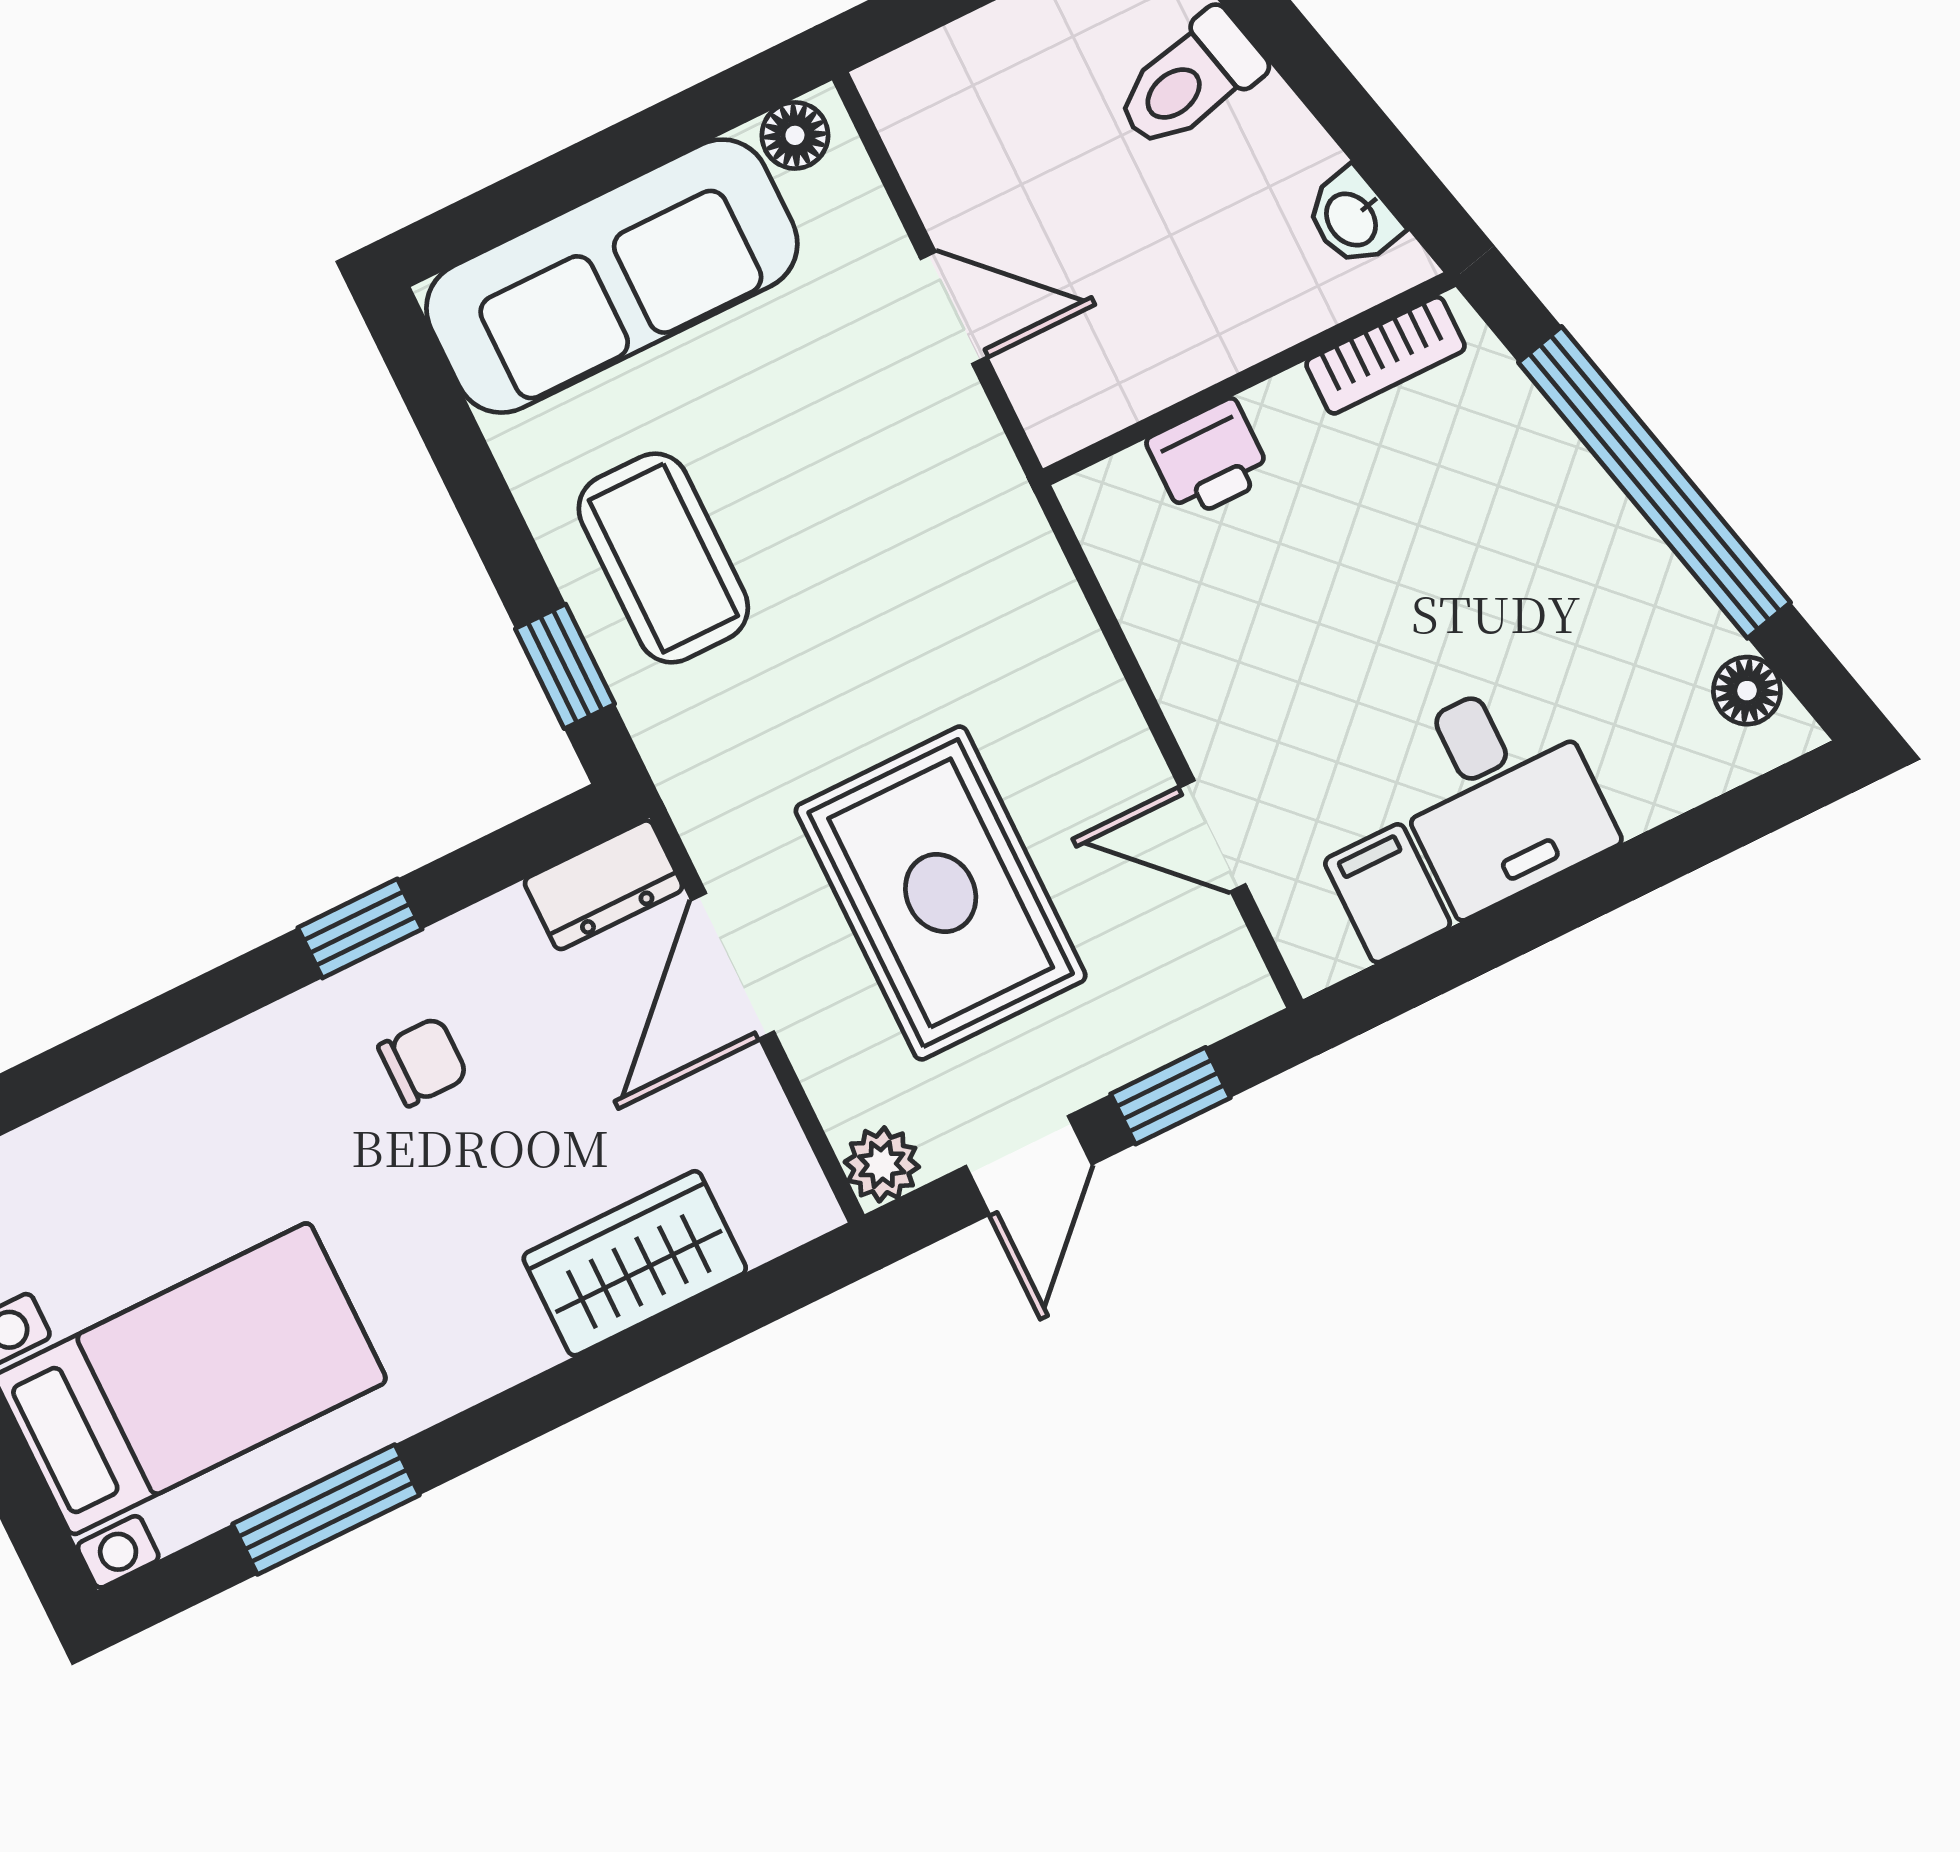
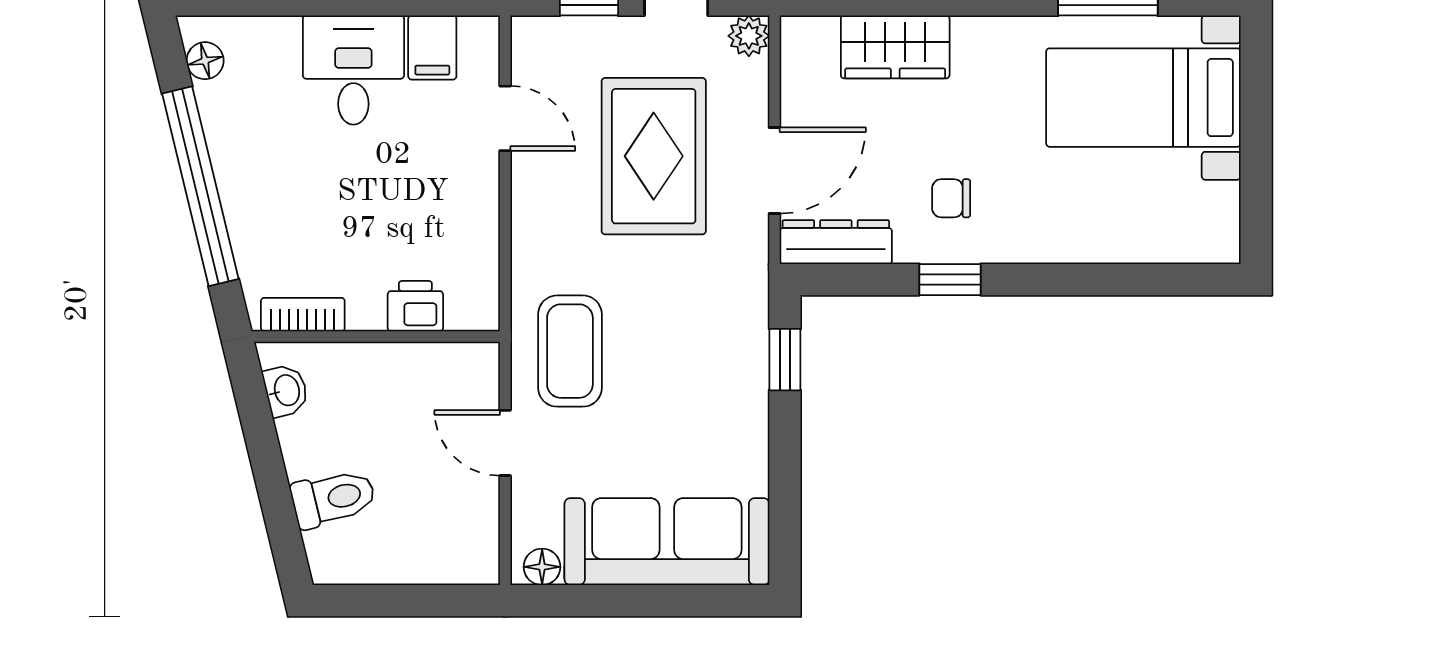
coffee table: (663, 558) -> (570, 351), moved
dresser: (604, 885) -> (836, 242), width x1.44

